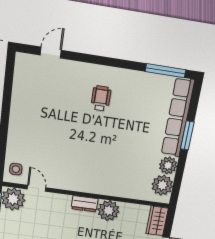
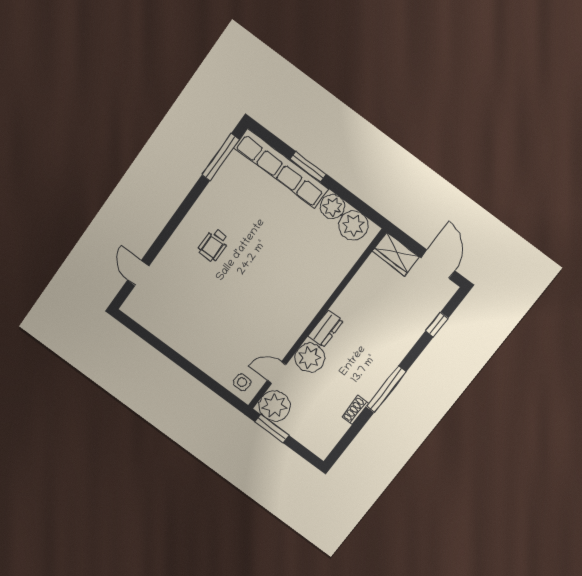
wheelchair: (101, 98) -> (214, 245), turned -90
plant: (108, 211) -> (310, 358), moved

